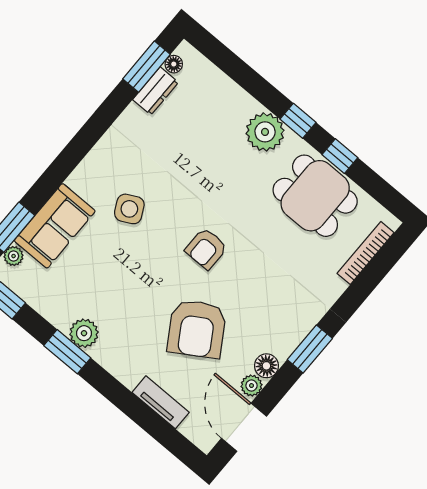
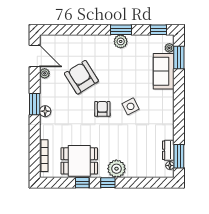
side table: (129, 209) -> (131, 106), moved
floor lamp: (266, 366) -> (45, 111), moved
tv unit: (161, 402) -> (72, 40), removed

